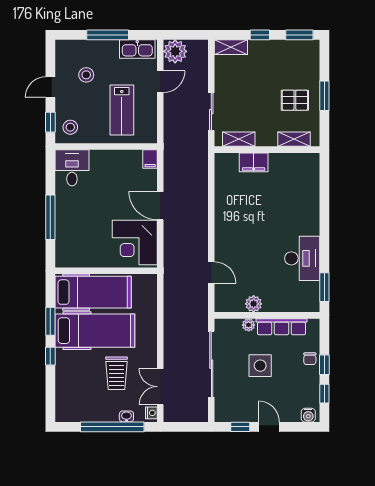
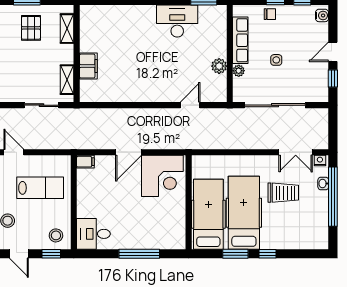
side table: (260, 366) -> (276, 60), width x0.54, depth x0.54

